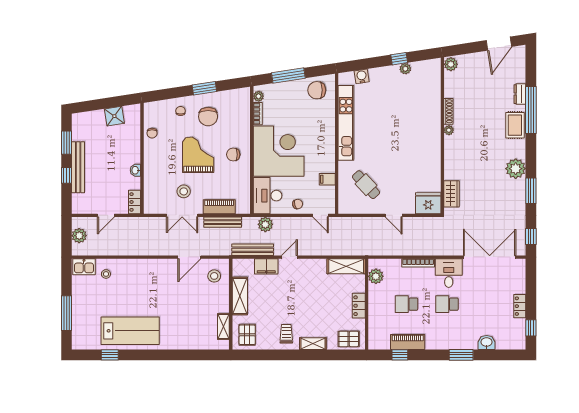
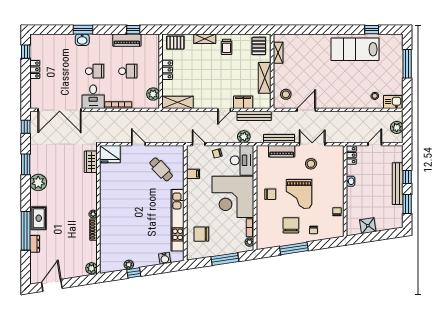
window: (204, 88) -> (294, 249), width x1.44
chair: (317, 90) -> (201, 234), moved, turned 180
washbasin: (487, 342) -> (82, 40), moved

